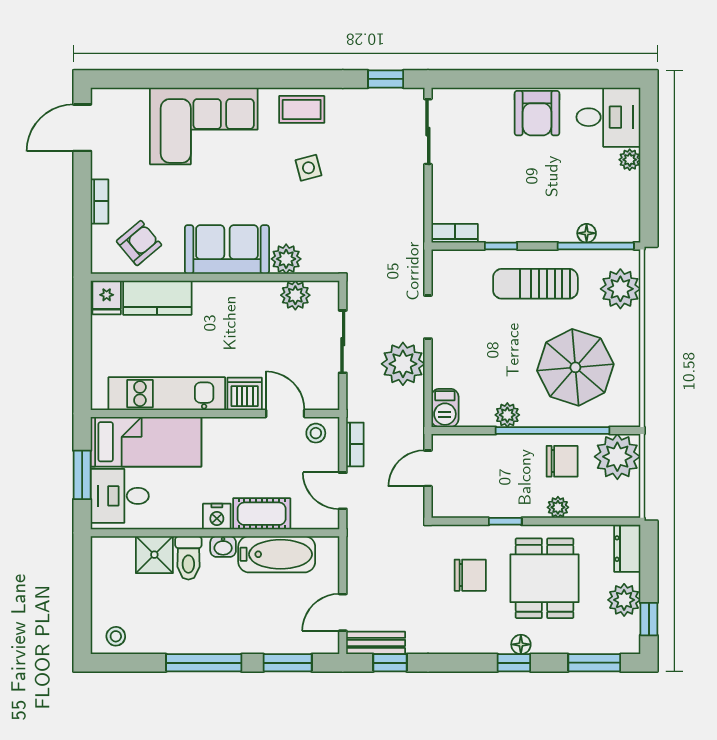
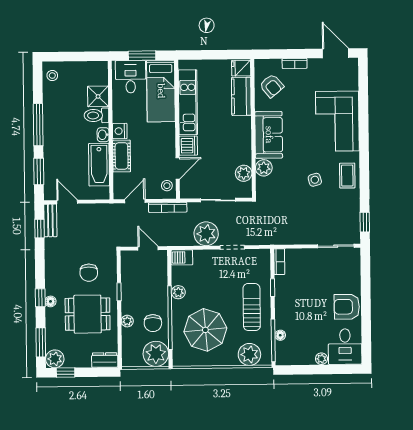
bookcase: (355, 444) -> (168, 207), width x1.56
plant: (624, 600) -> (55, 359), moved

